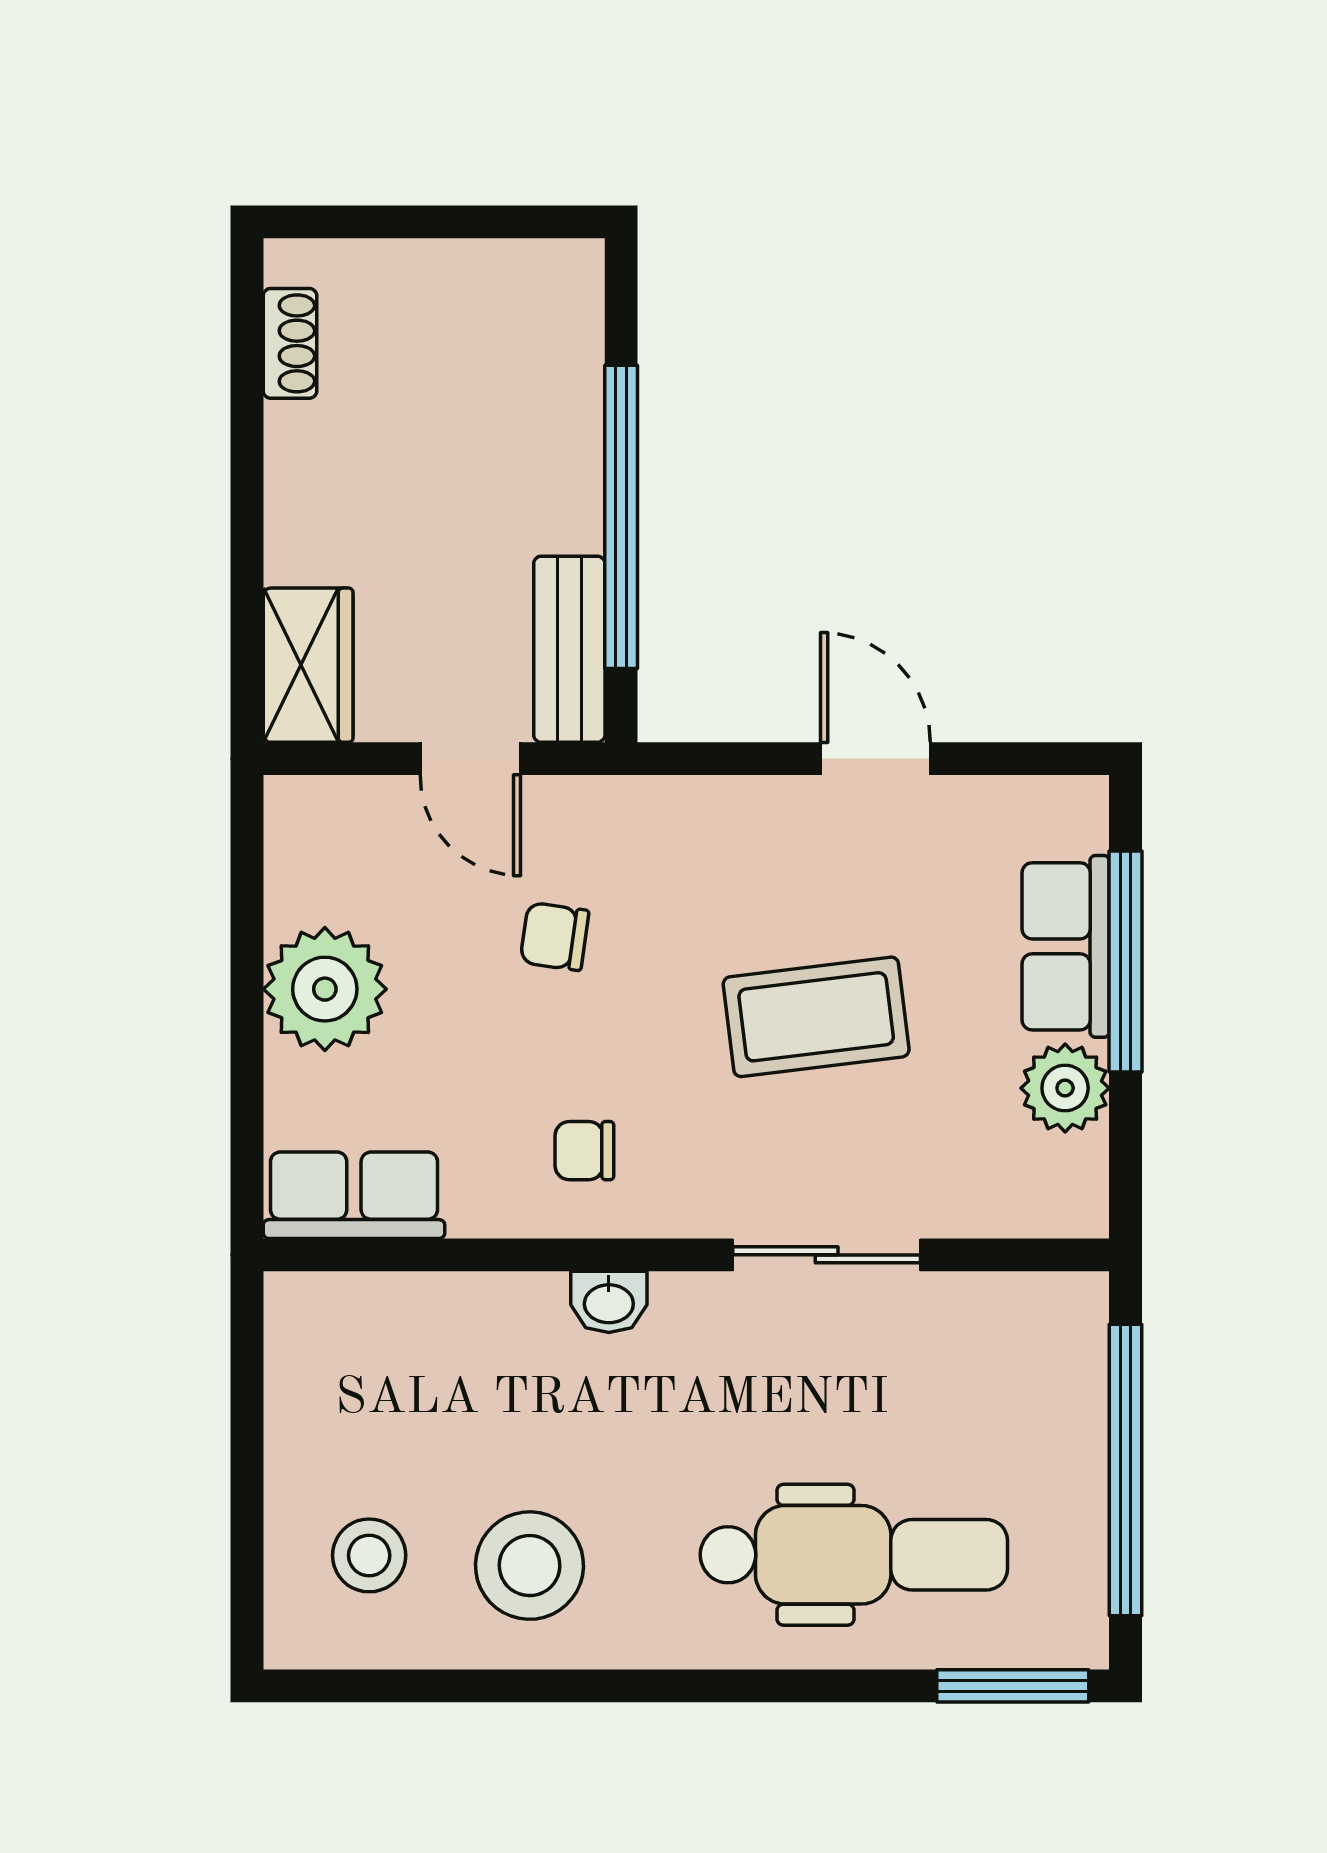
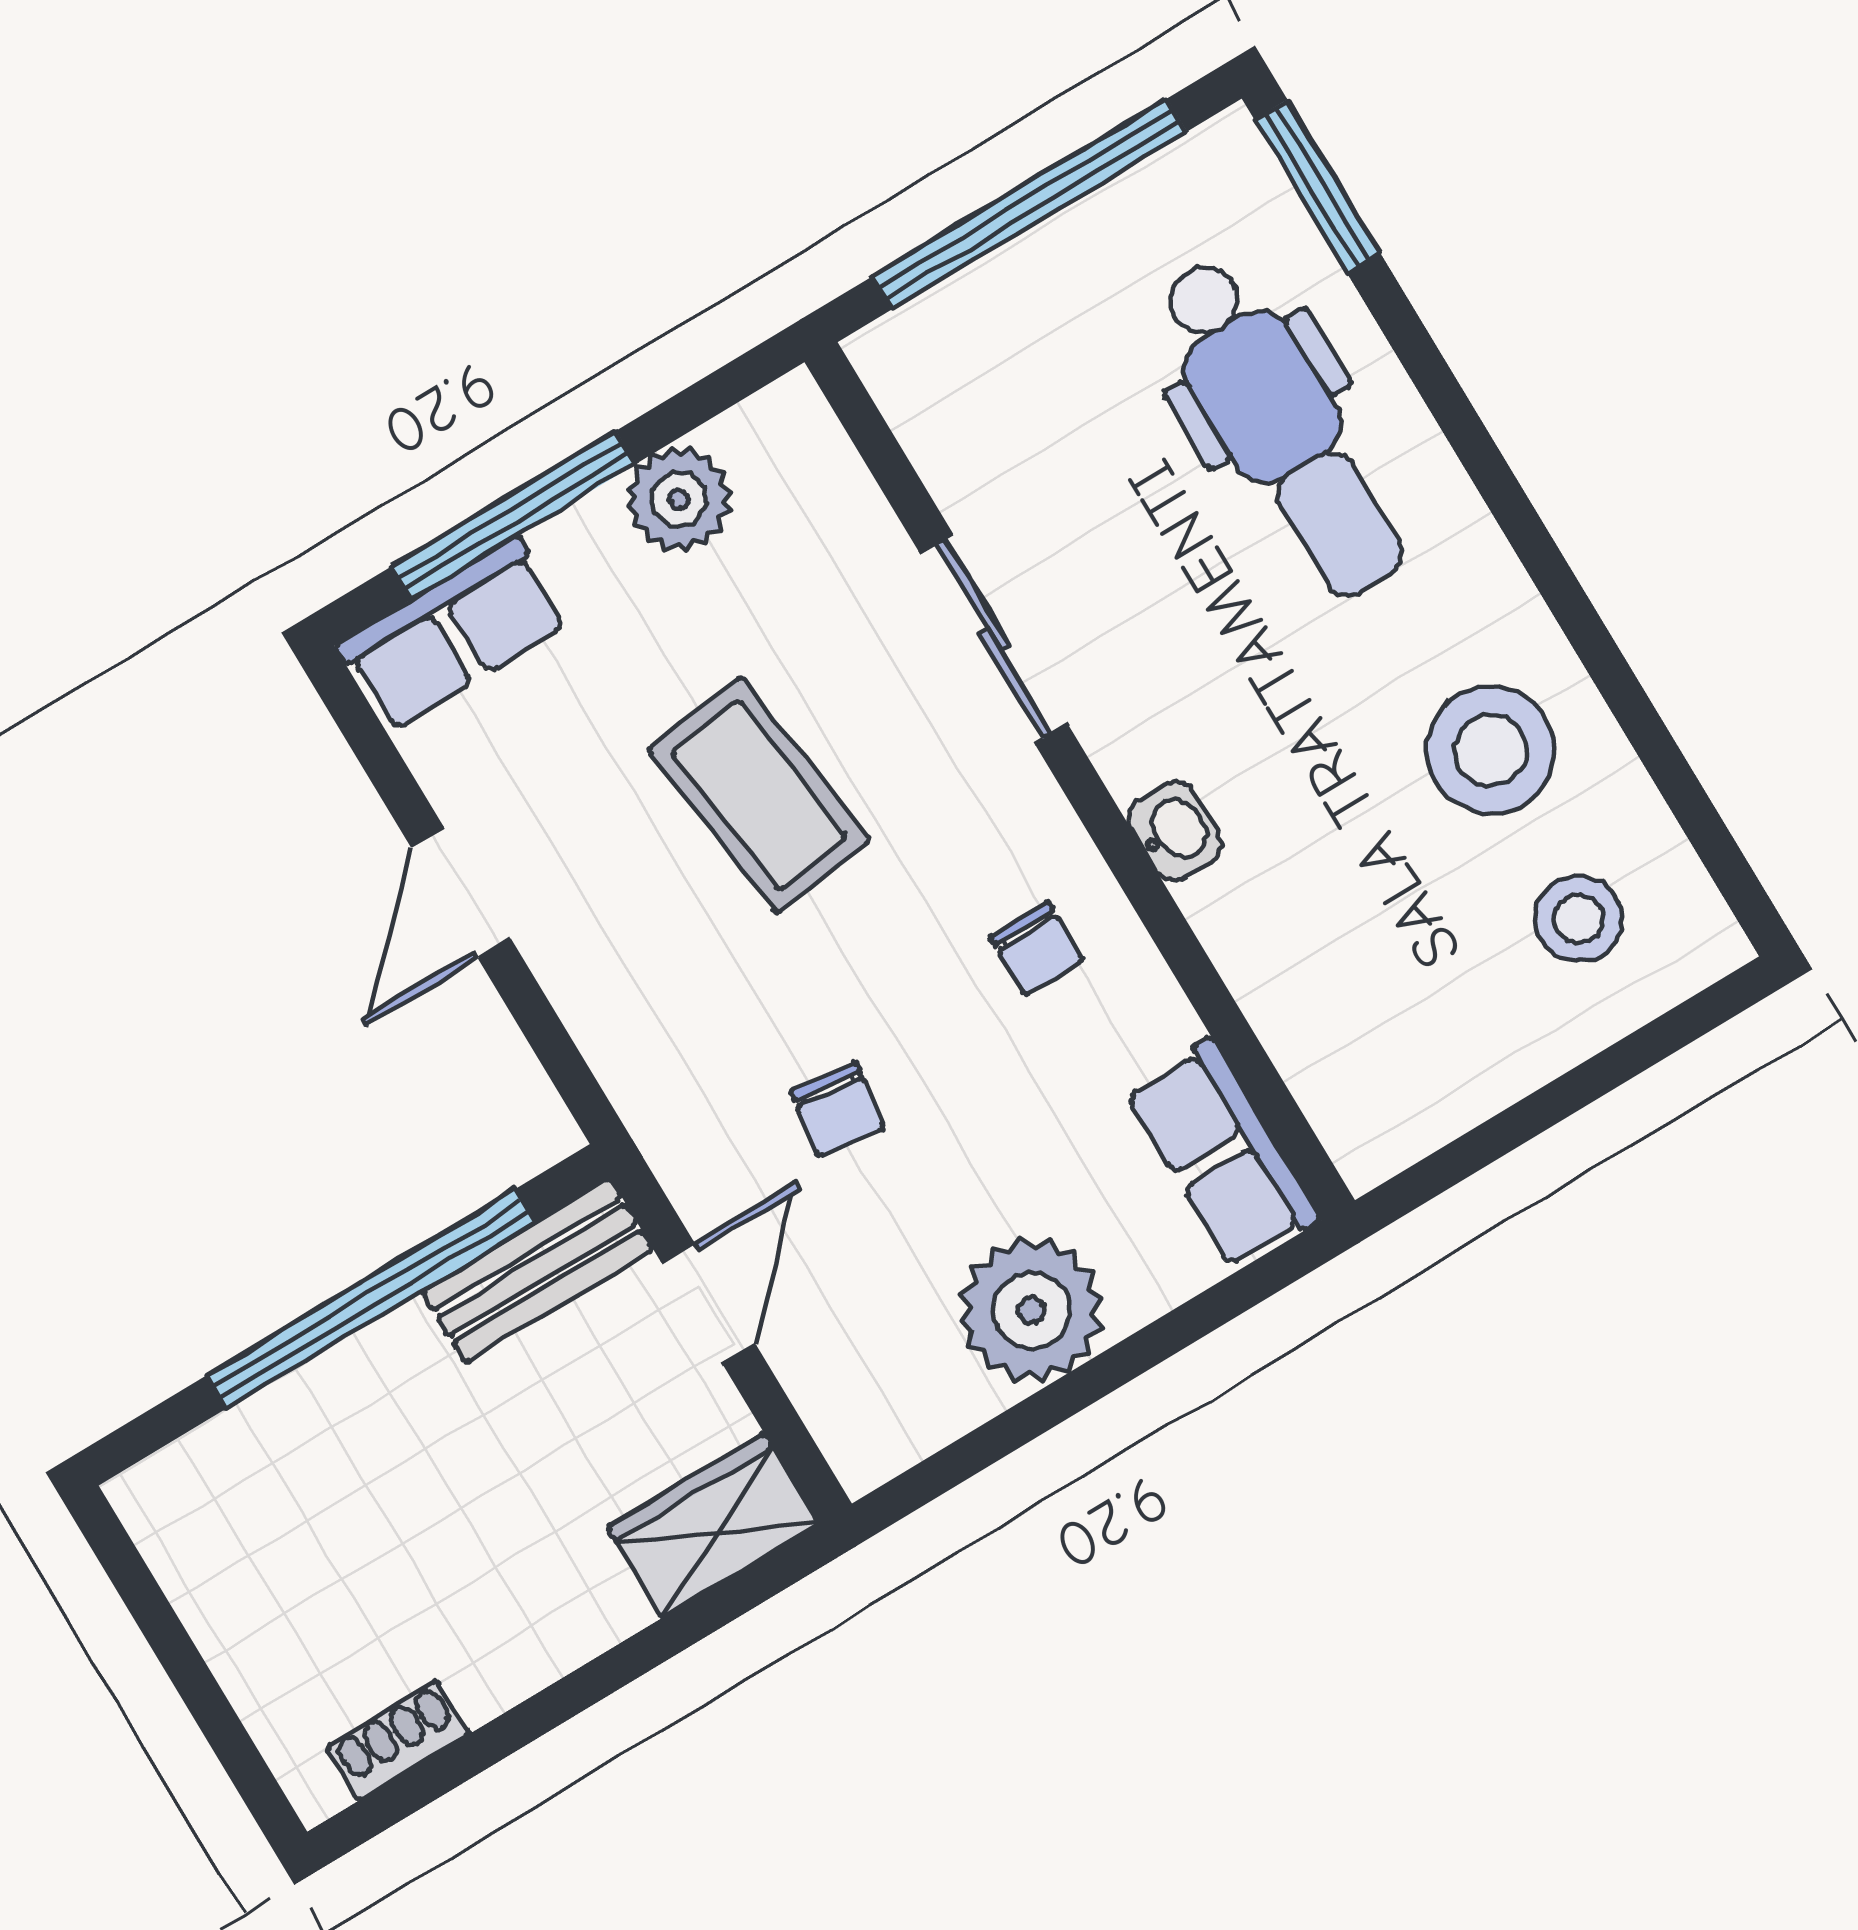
row of seats: (1066, 946) -> (453, 634), moved
dental chair: (854, 1555) -> (1281, 428), turned 180

